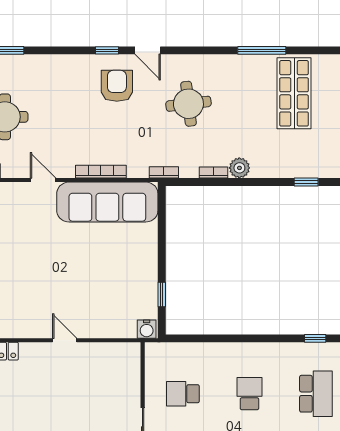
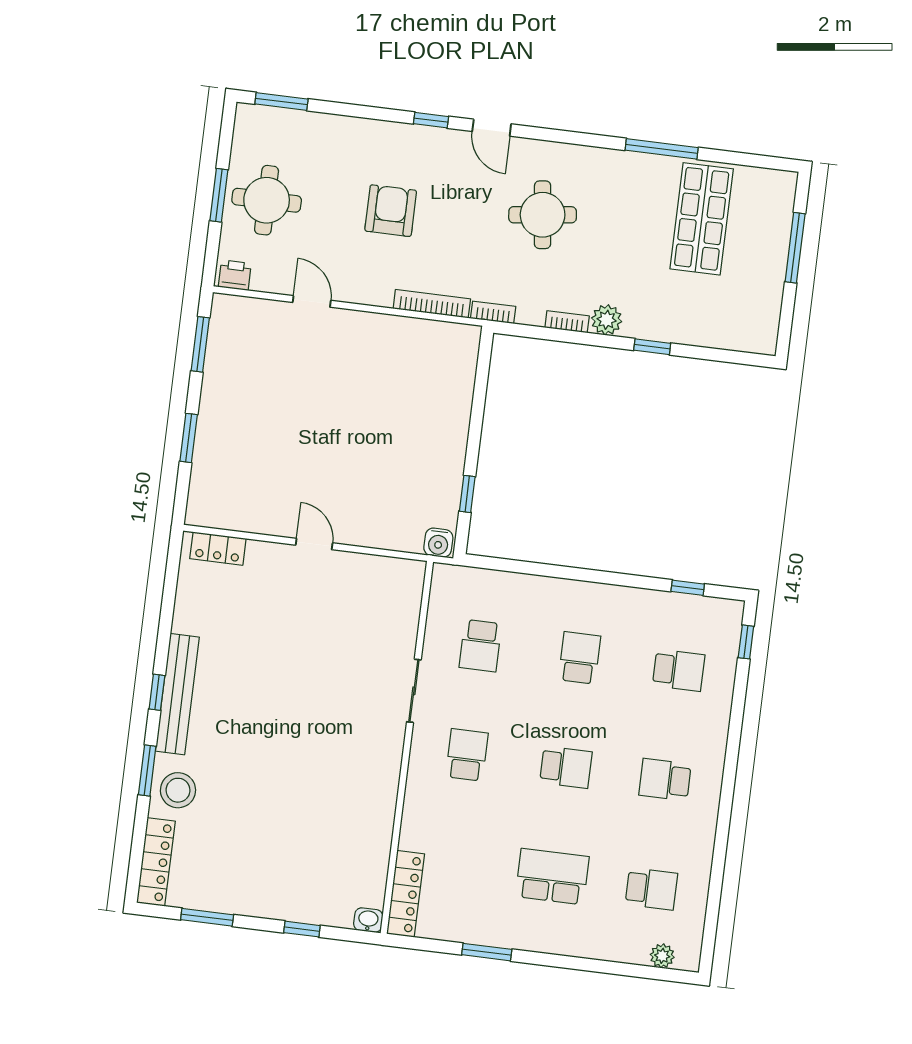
armchair: (117, 86) -> (391, 211), moved
bookcase: (101, 172) -> (432, 304), moved
window: (306, 182) -> (652, 347), moved
sofa: (107, 202) -> (403, 346), removed
school desk: (183, 394) -> (480, 646), turned -90
school desk: (316, 394) -> (679, 670), width x0.54

